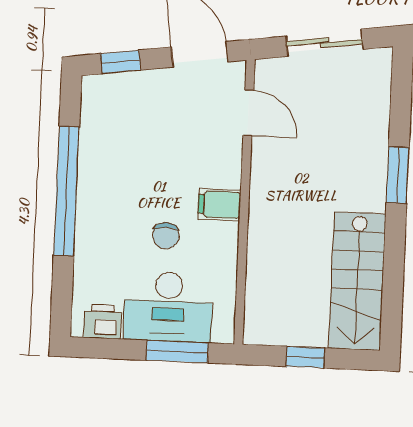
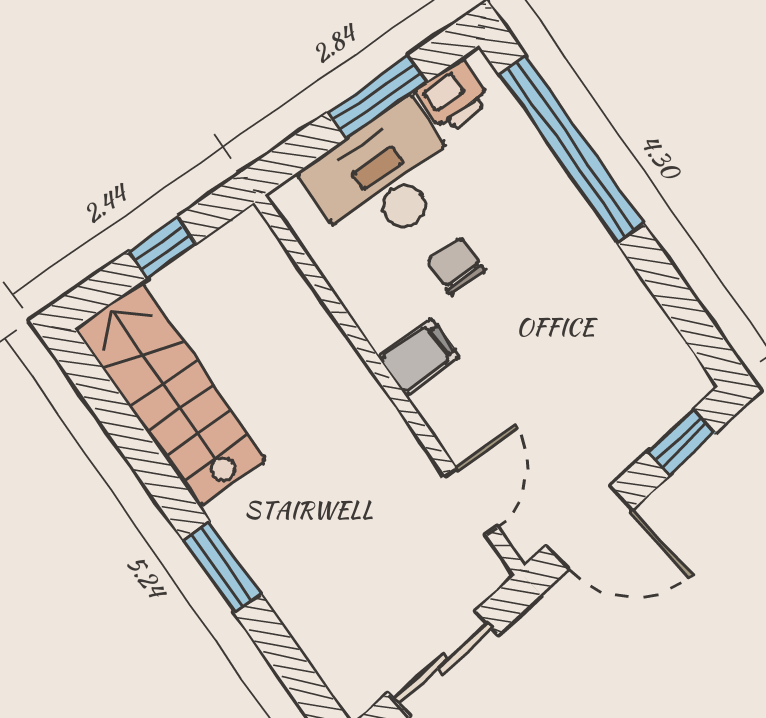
door: (248, 113) -> (471, 501), swing flipped
window: (66, 191) -> (571, 149), moved
window: (177, 352) -> (377, 97), moved

